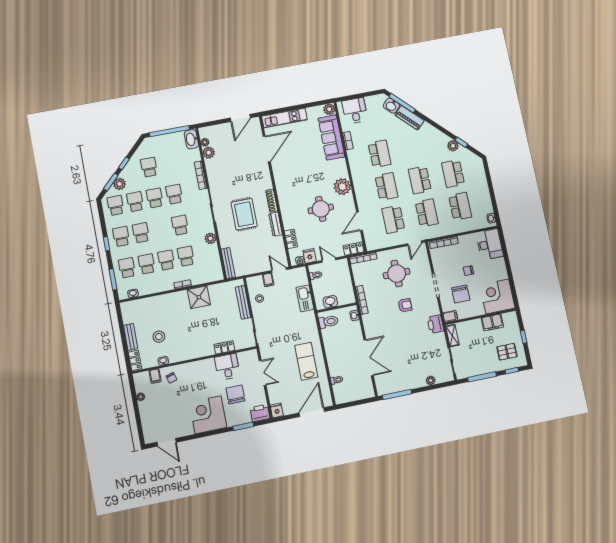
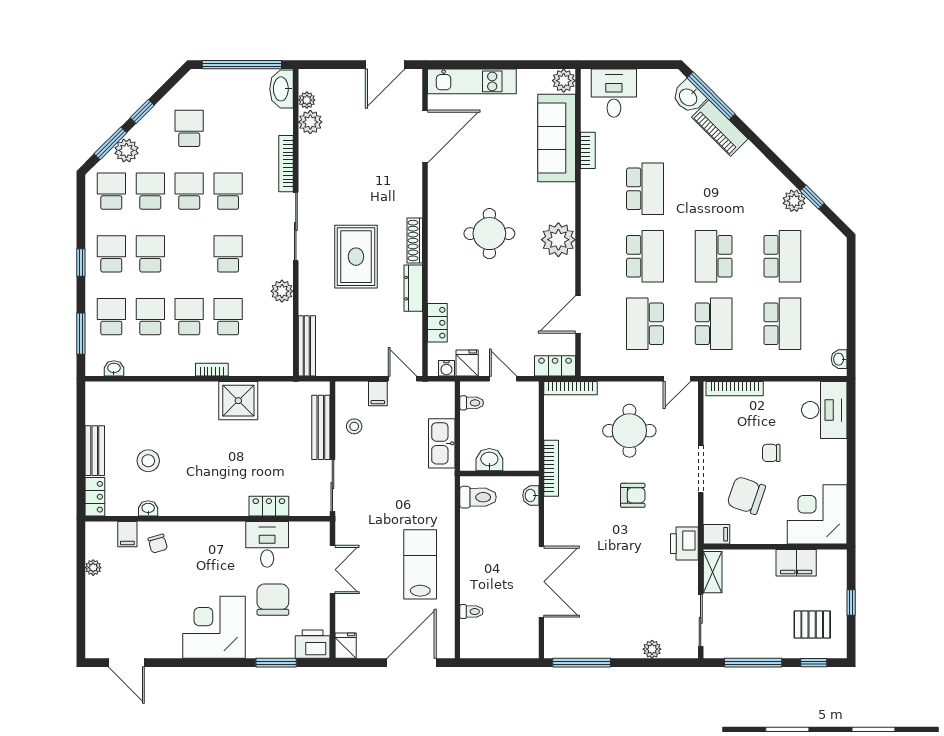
school desk: (453, 174) -> (782, 256), turned 180
round table: (321, 209) -> (489, 234), moved
chair: (461, 294) -> (746, 495), turned 109

